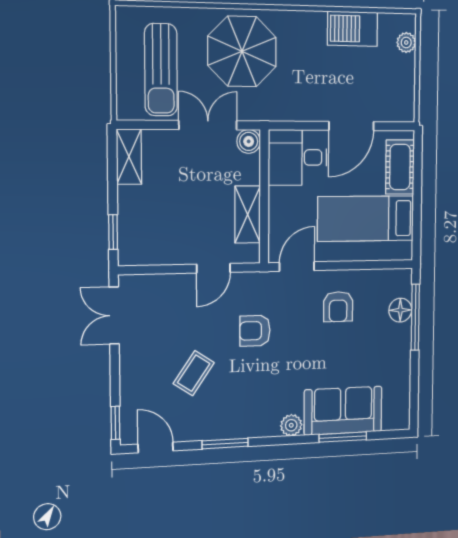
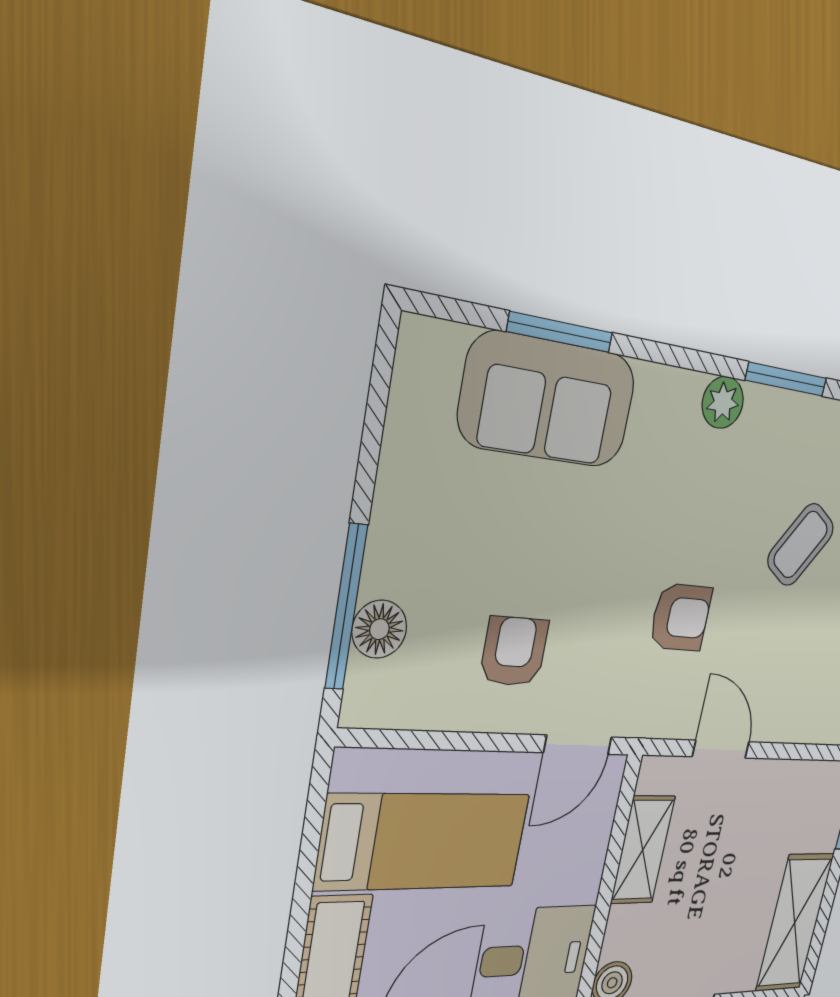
shelving: (129, 157) -> (795, 923), width x1.50, depth x1.33
door: (213, 268) -> (721, 749), hinge flipped
plant: (291, 425) -> (723, 402), moved

